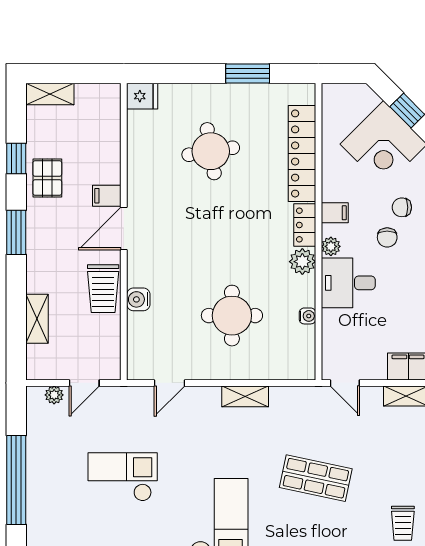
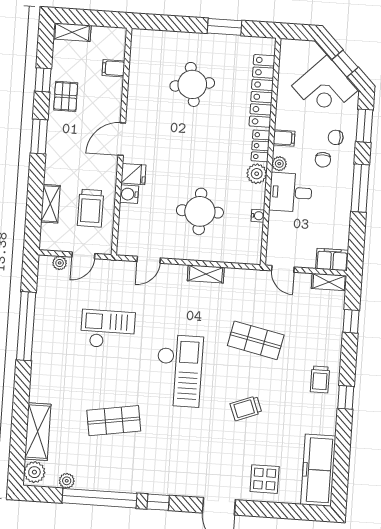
fridge: (142, 96) -> (133, 174), moved
filing cabinet: (107, 196) -> (113, 68), moved
trolley: (103, 289) -> (91, 208), moved

